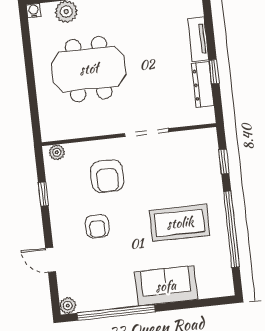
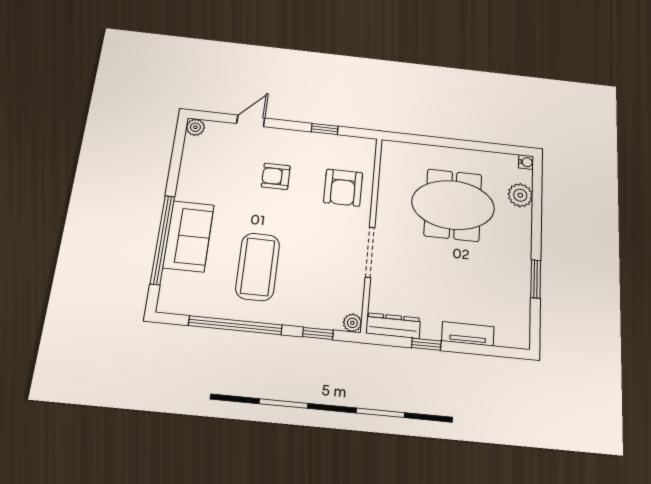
meeting table: (89, 69) -> (453, 205), turned 90
dresser: (203, 85) -> (393, 326), moved
plant: (57, 152) -> (352, 323), moved
armchair: (107, 176) -> (343, 188), moved, turned -90
window: (116, 312) -> (162, 240), moved

